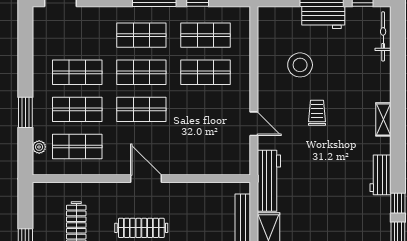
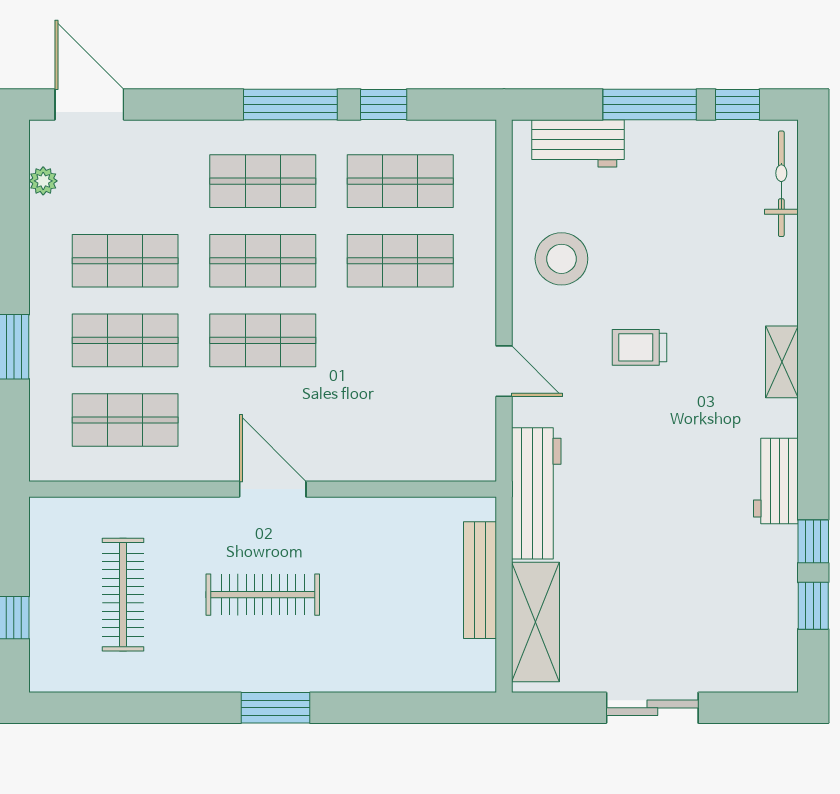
workbench: (323, 18) -> (578, 143), moved
stool: (300, 65) -> (561, 259), moved
trolley: (317, 113) -> (640, 347), turned -90
plant: (39, 147) -> (43, 181), moved

